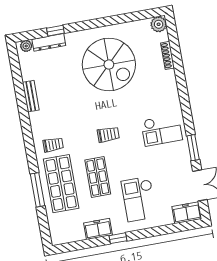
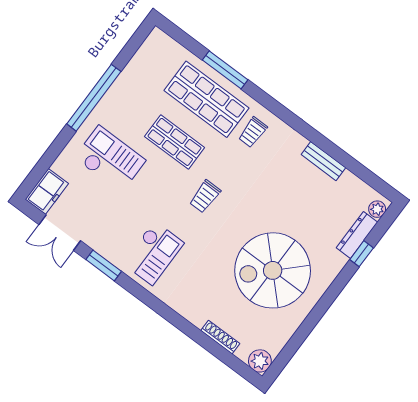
checkout: (162, 130) -> (153, 253), turned 180
freezer: (98, 229) -> (124, 88), removed
window: (118, 238) -> (94, 98), width x3.17

